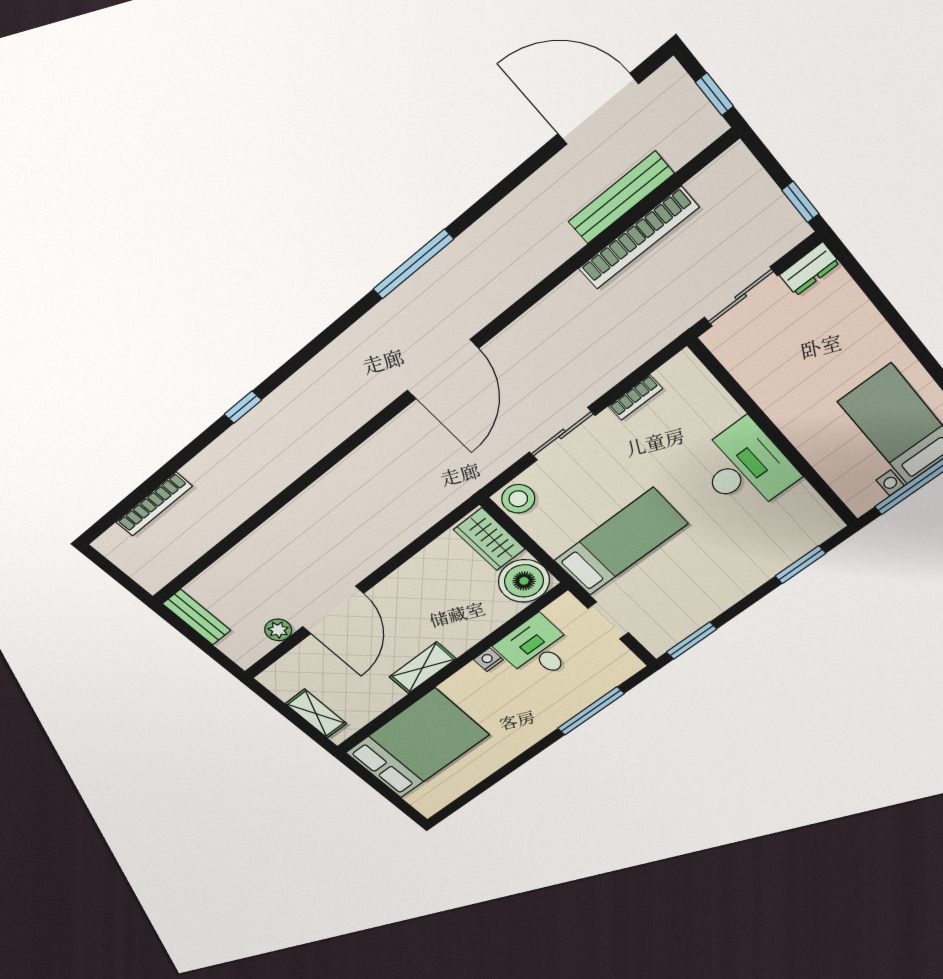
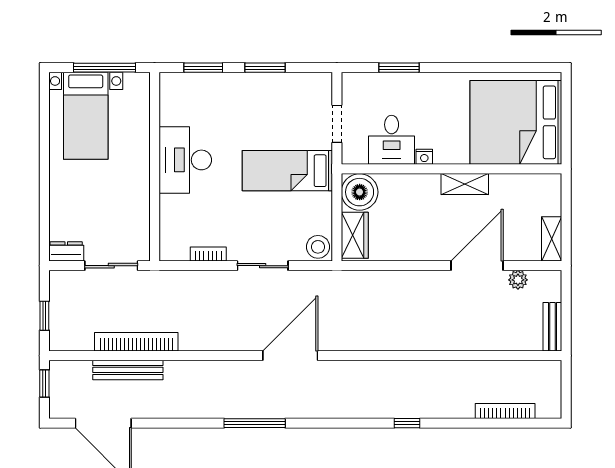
window: (801, 202) -> (44, 316), moved
window: (692, 641) -> (265, 68), moved
window: (591, 711) -> (399, 68), width x0.69
shelving: (316, 714) -> (552, 239), moved
bed: (418, 744) -> (516, 122), width x1.36

